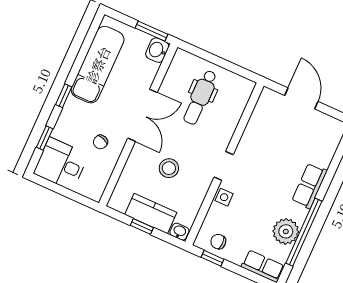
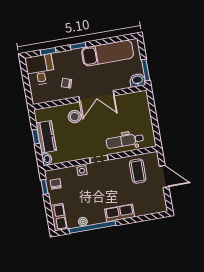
dental chair: (200, 97) -> (125, 141), moved
door: (301, 98) -> (164, 176), hinge flipped
coffee table: (272, 127) -> (138, 171), added
stool: (169, 168) -> (75, 117), moved
plant: (286, 231) -> (83, 222), width x0.53, depth x0.53

